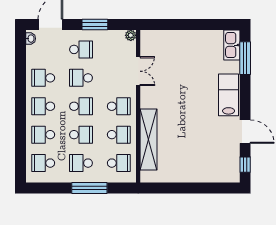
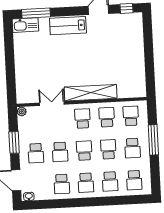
school desk: (81, 49) -> (36, 153), turned 180
shelving: (148, 140) -> (91, 93), moved

